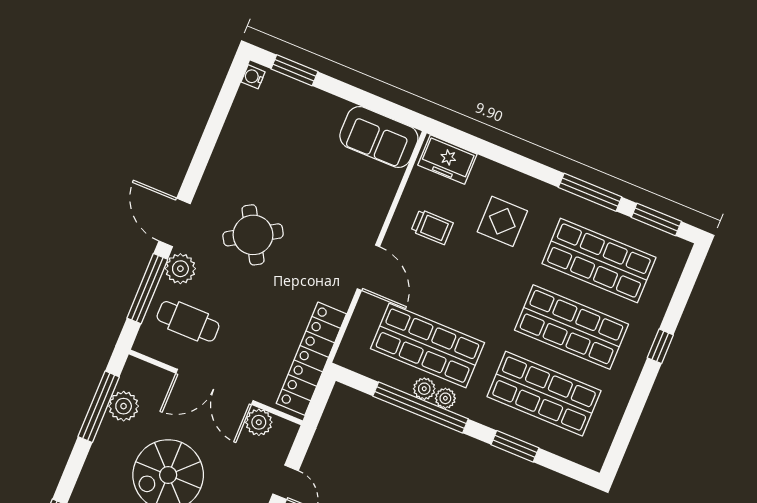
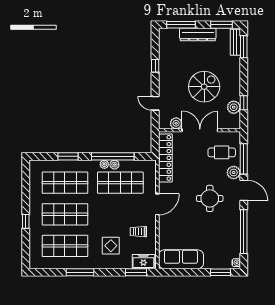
window: (210, 136) -> (244, 232), added
sofa: (379, 137) -> (181, 259), width x1.36
window: (656, 219) -> (136, 272), moved
round table: (253, 235) -> (210, 198), turned 31
door: (368, 268) -> (157, 204), swing flipped
window: (99, 407) -> (244, 103), width x0.46

